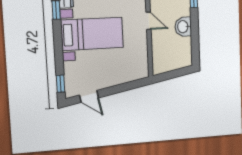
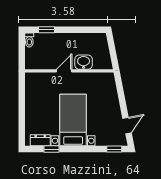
washbasin: (183, 27) -> (84, 62), moved, turned 180

